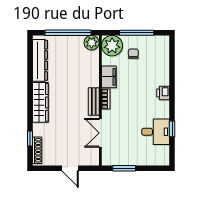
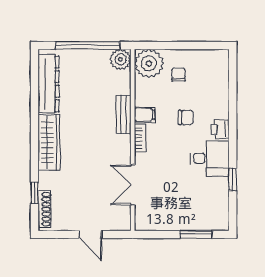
window: (137, 33) -> (183, 45), removed
filing cabinet: (109, 77) -> (145, 115), width x0.50
chair: (138, 84) -> (186, 117), added
bench: (94, 101) -> (123, 115), moved
desk: (156, 132) -> (210, 158), moved
window: (124, 168) -> (196, 234), moved

